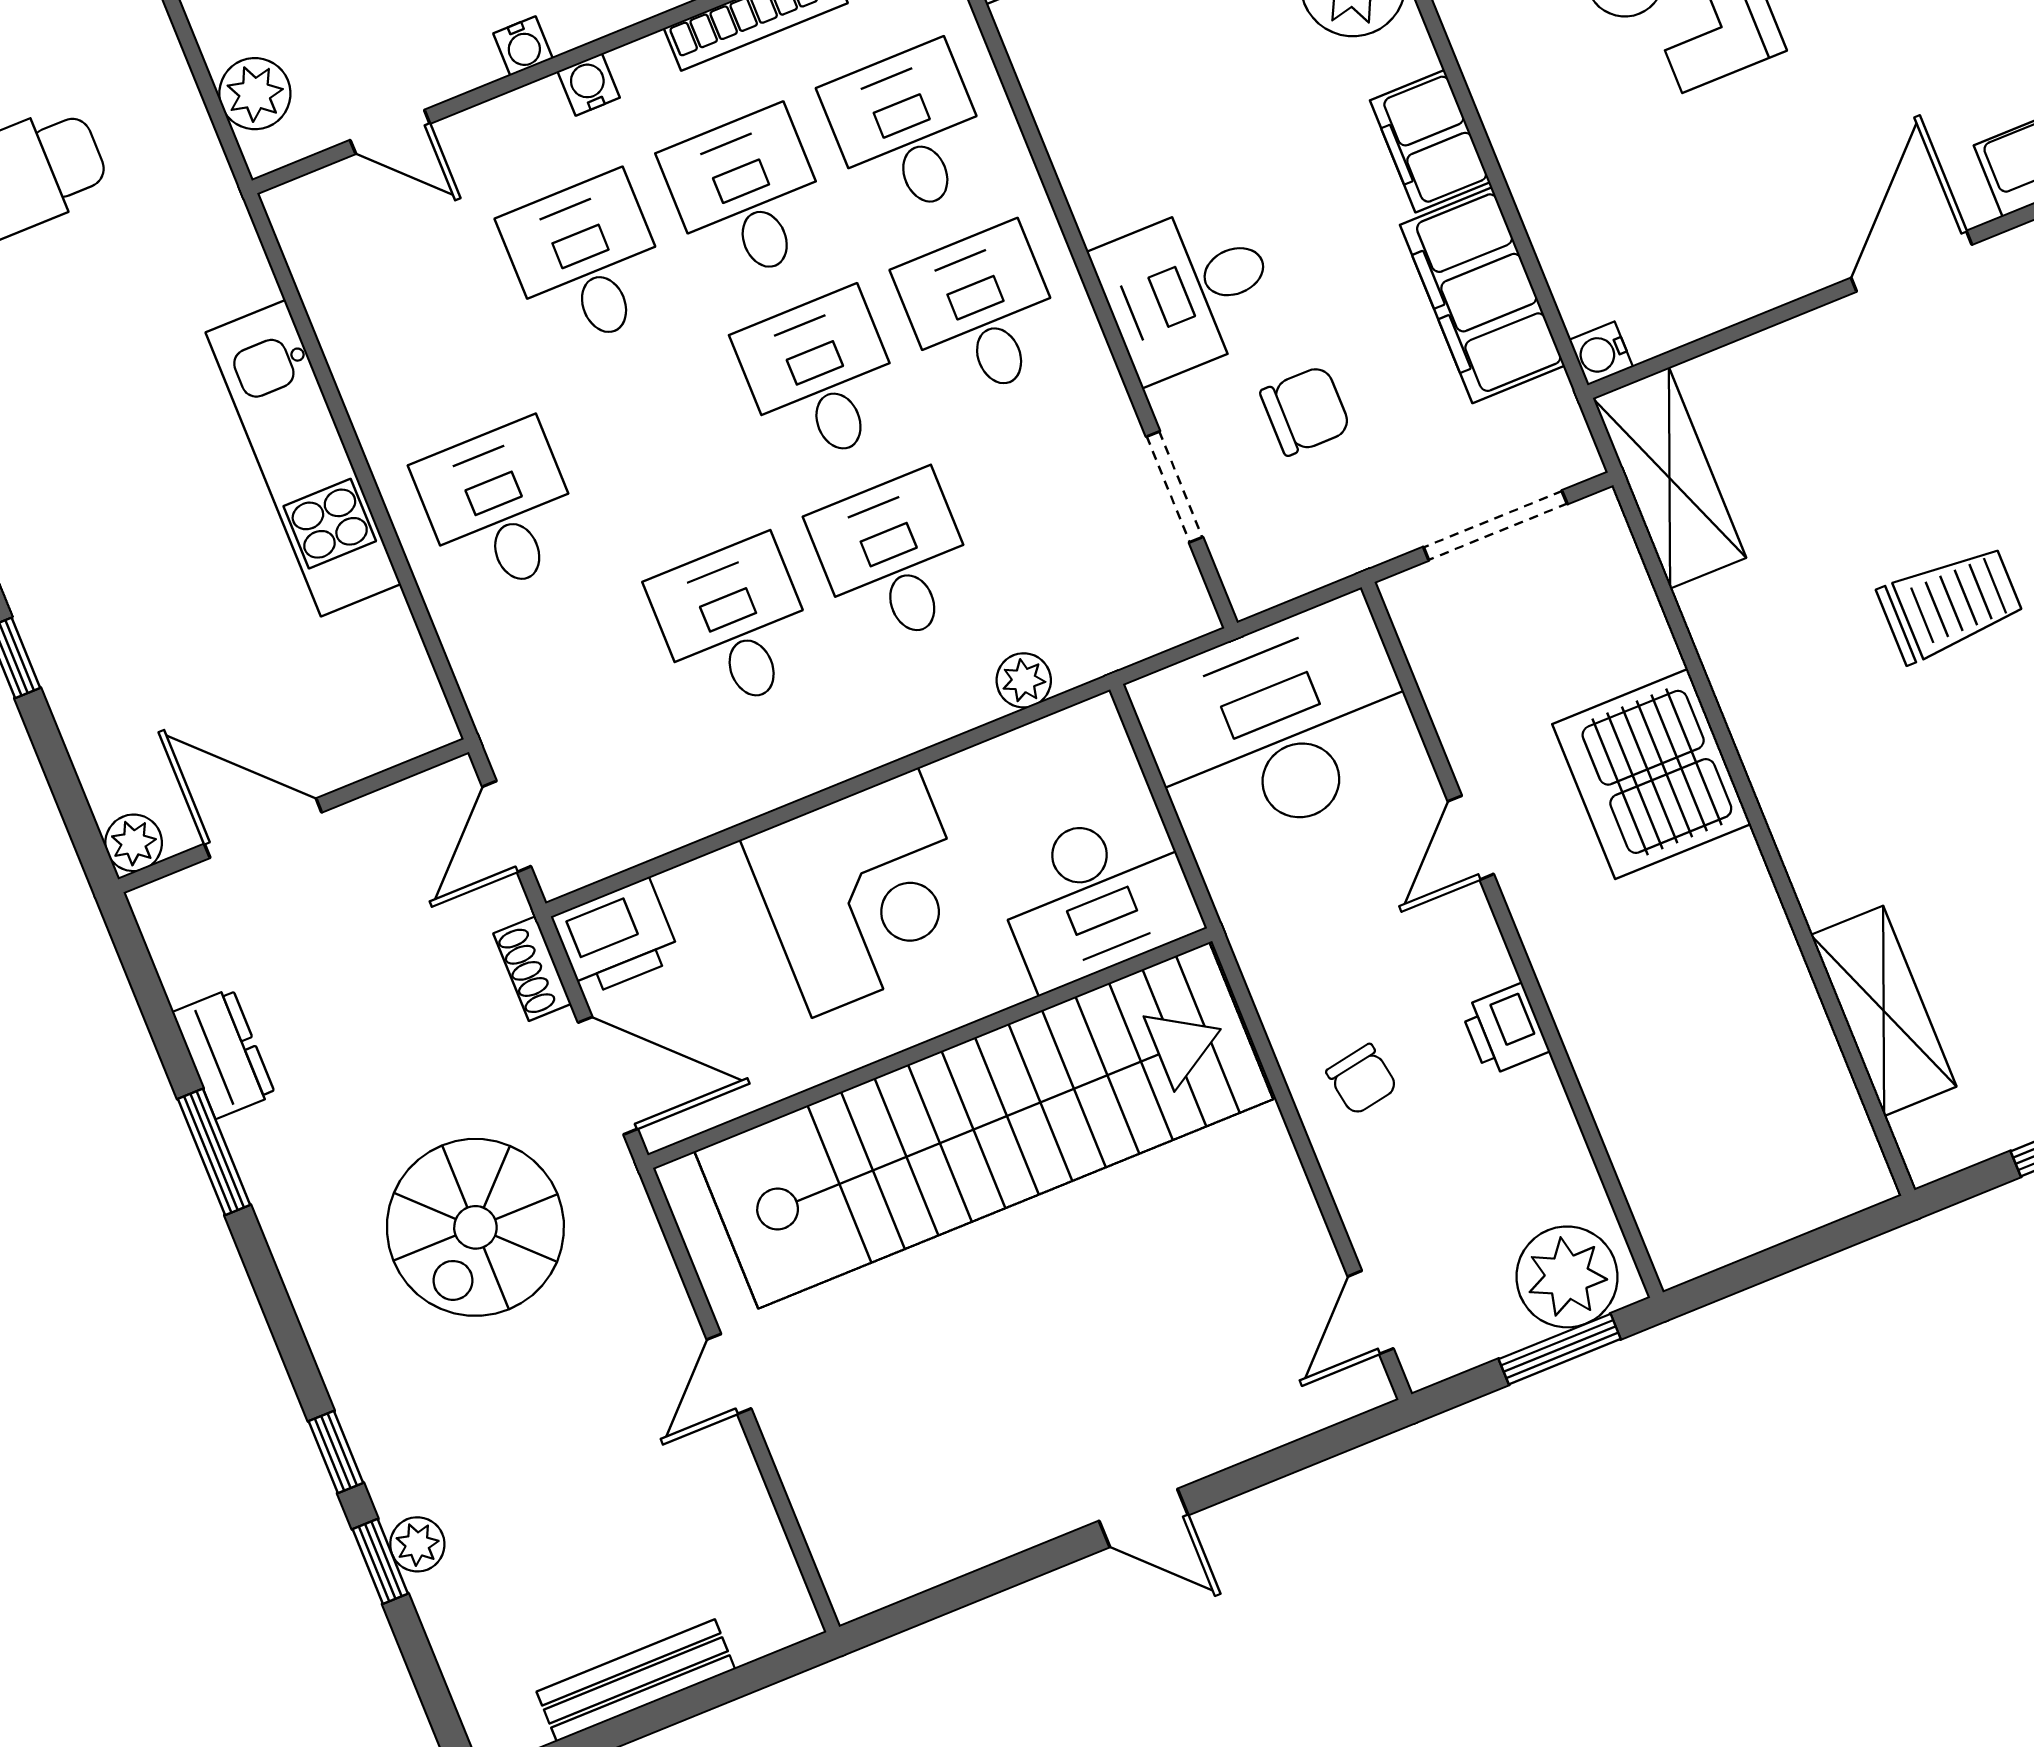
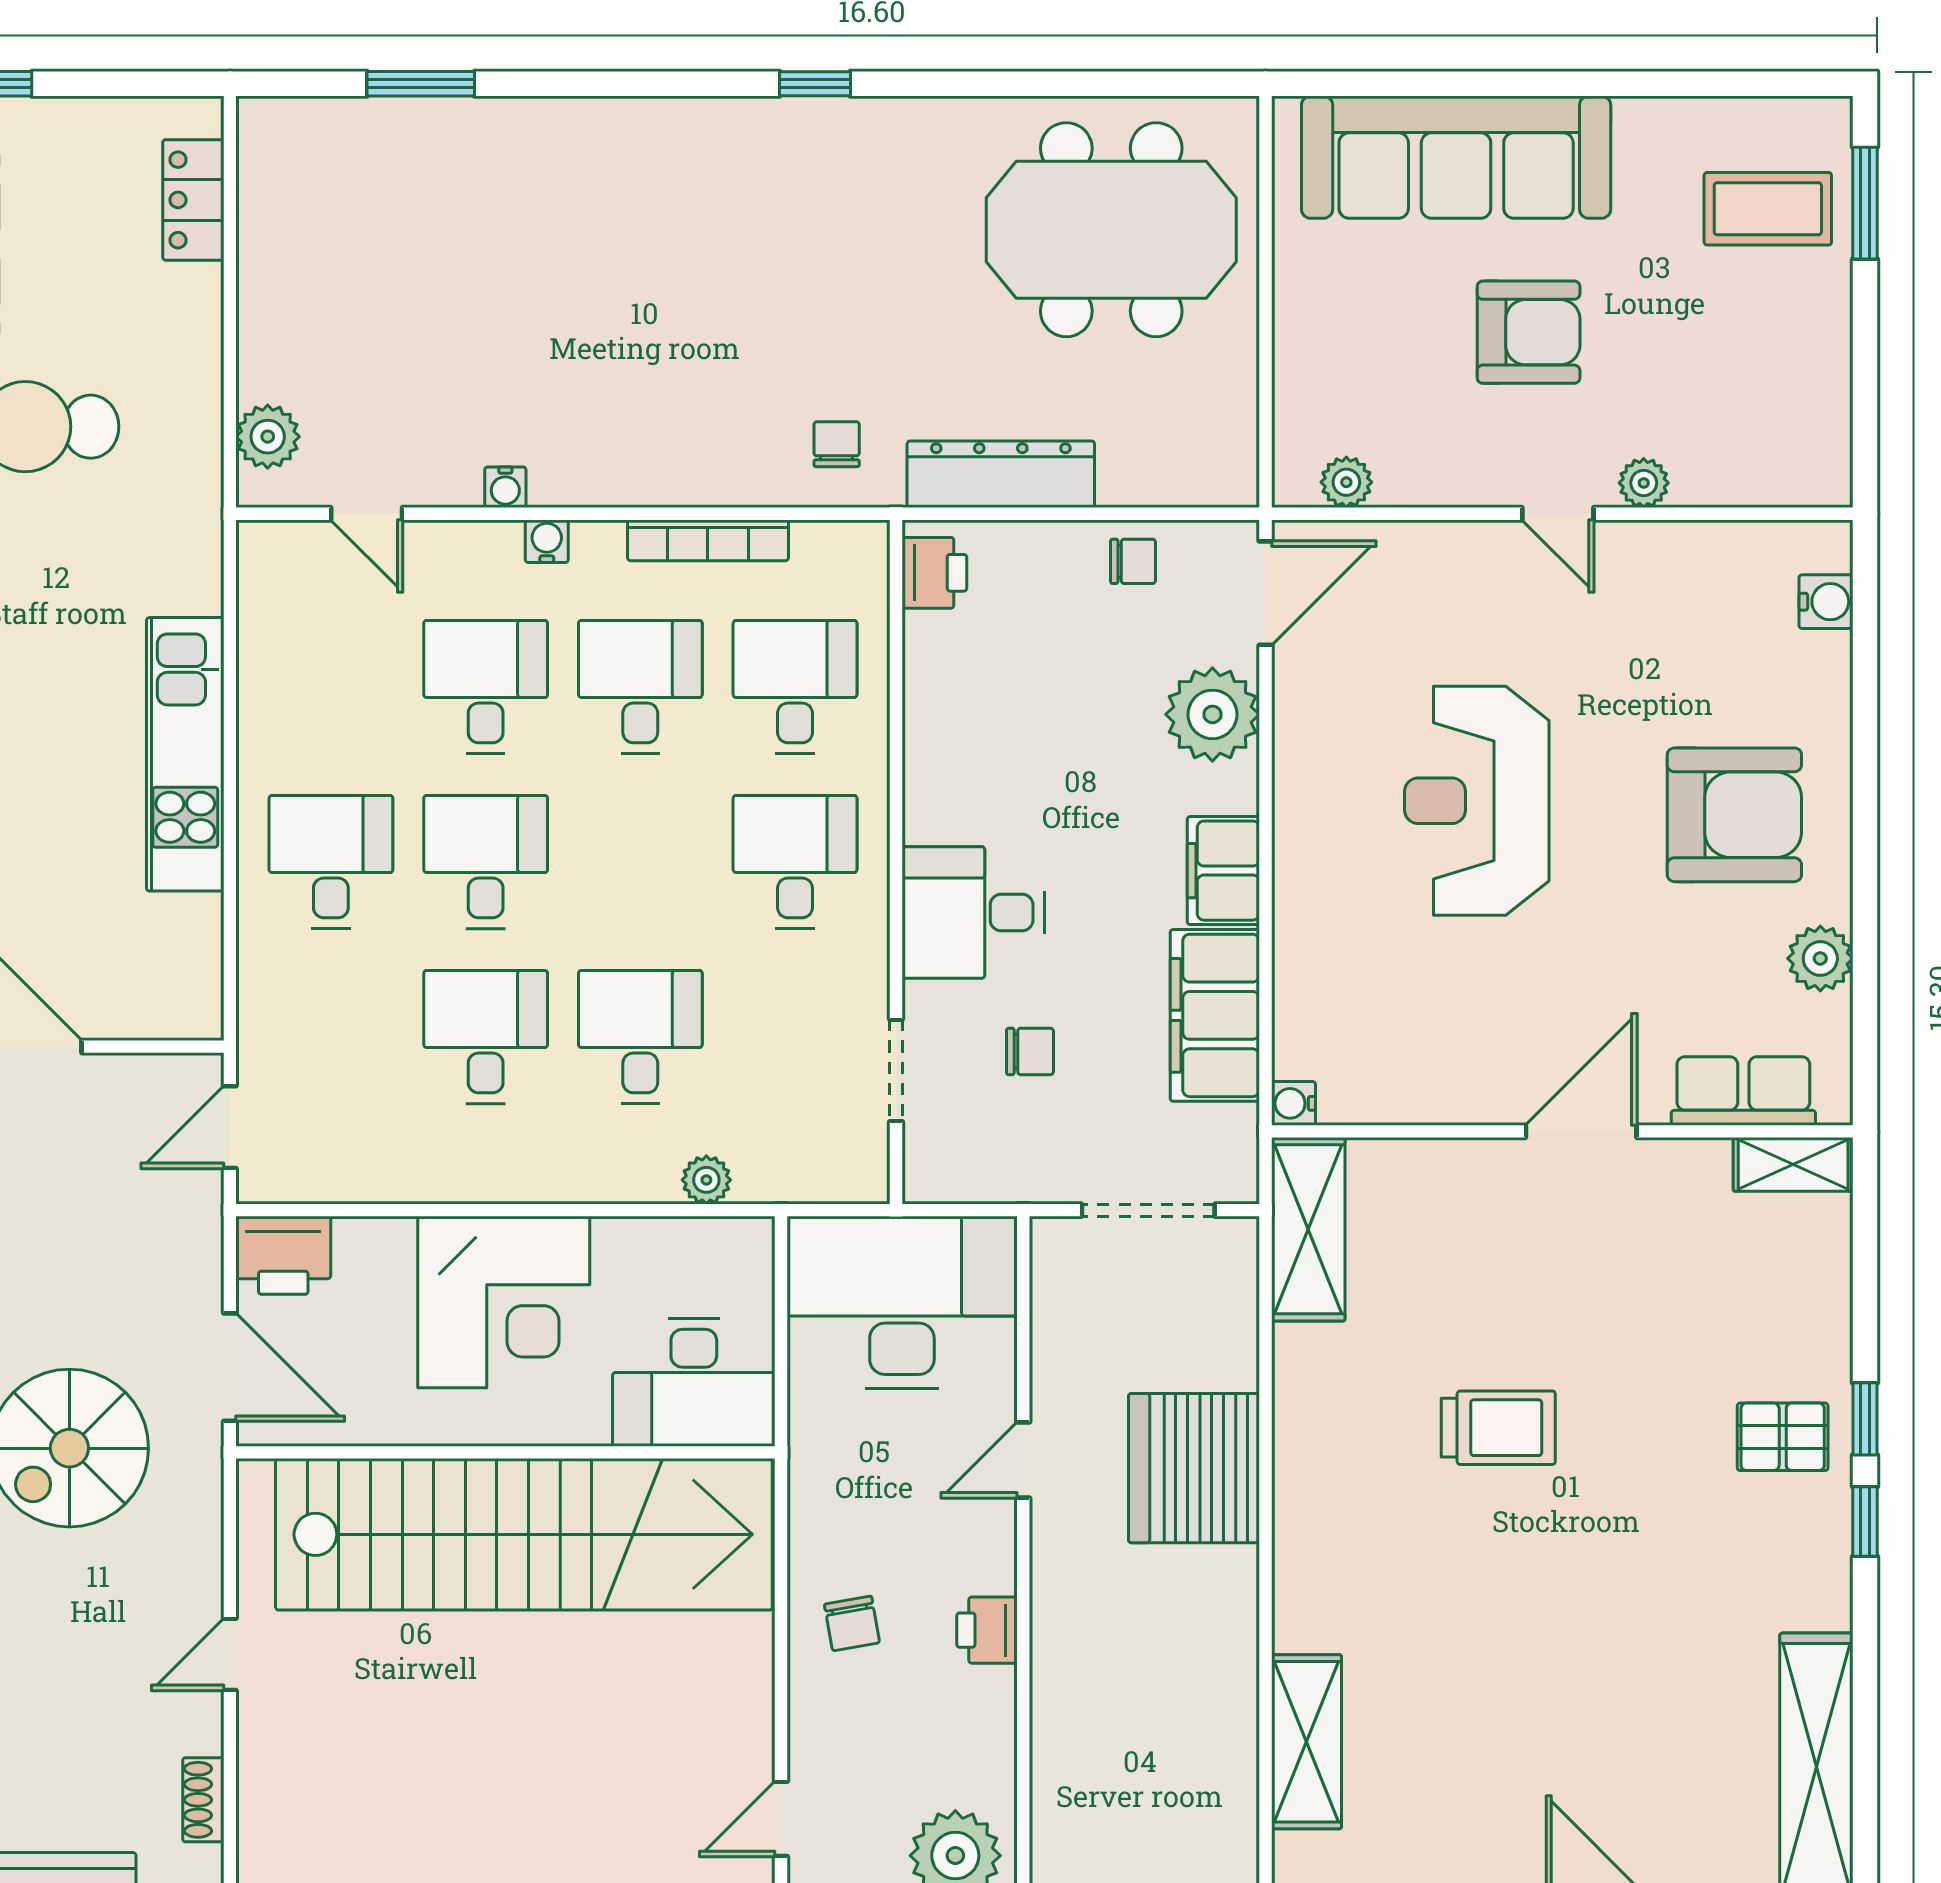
desk: (821, 378) -> (486, 862), moved
chair: (1306, 411) -> (1030, 1051), width x0.73, depth x0.73
shoe rack: (532, 969) -> (203, 1800), moved

